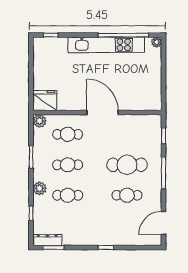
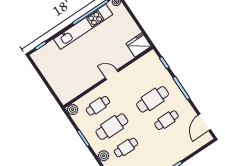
fridge: (45, 101) -> (139, 45), moved
door: (103, 113) -> (112, 75), width x0.53
cafe table: (68, 165) -> (112, 127), width x1.37, depth x1.35

